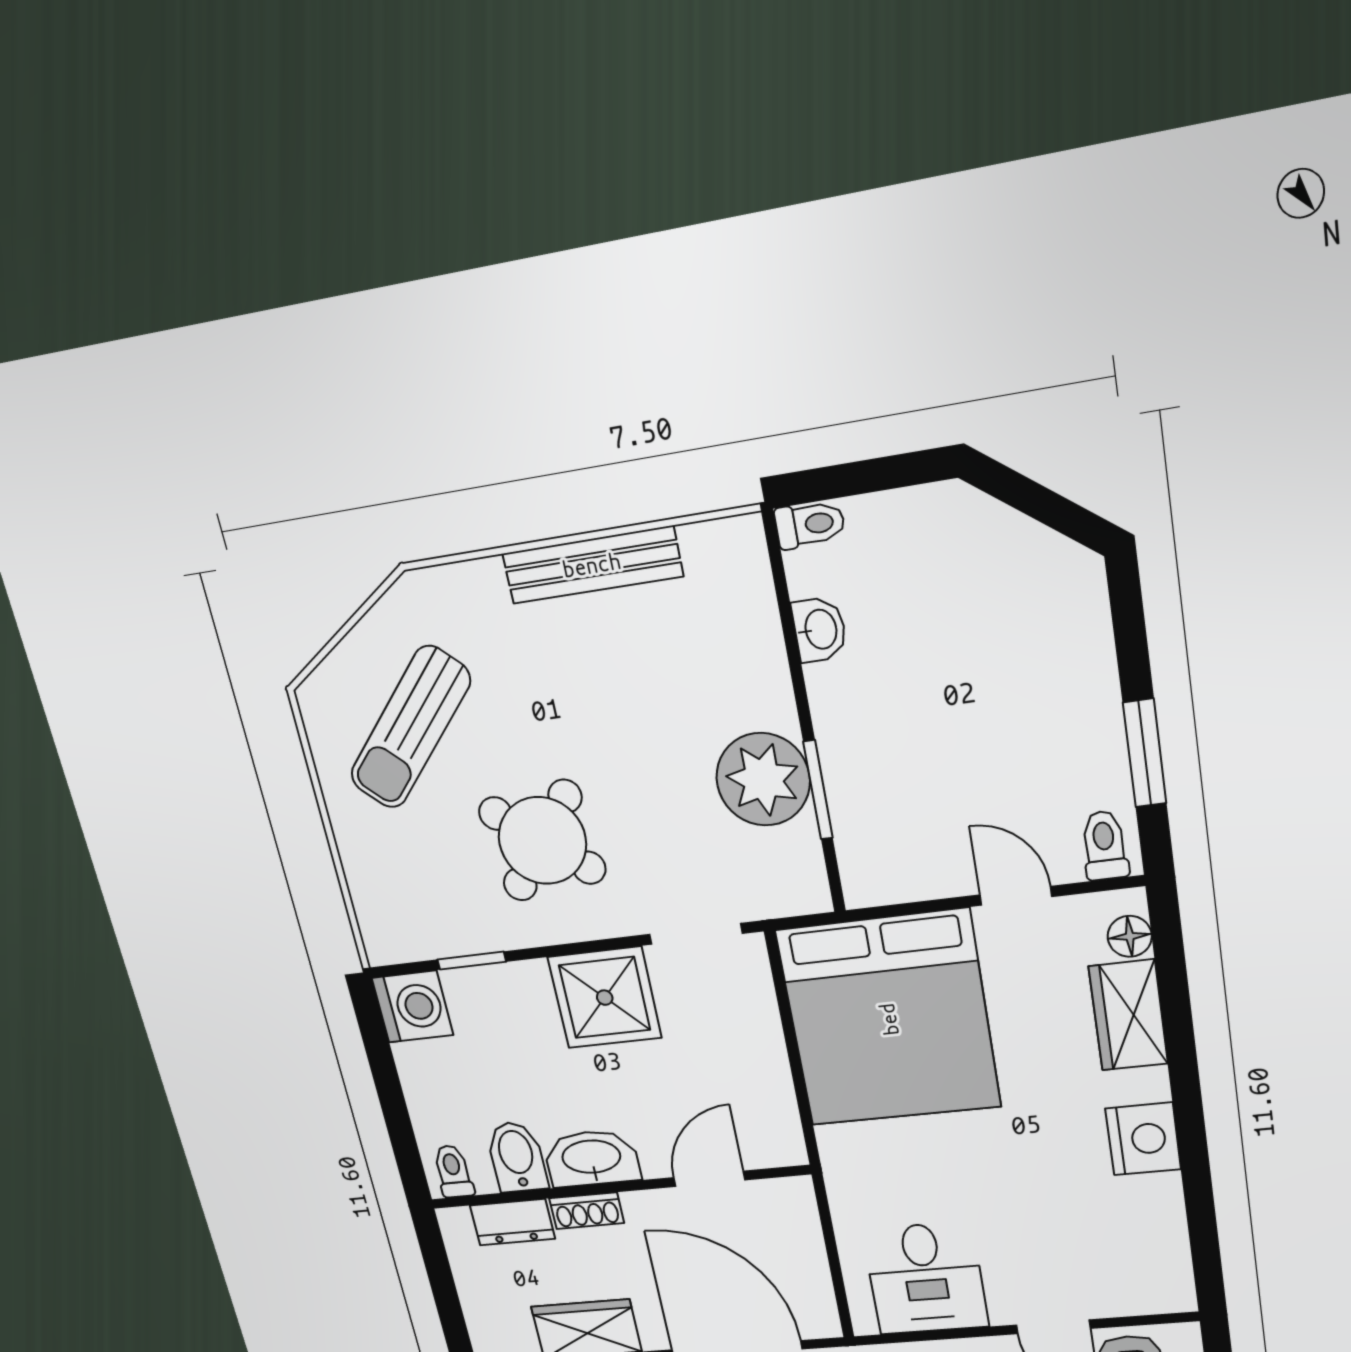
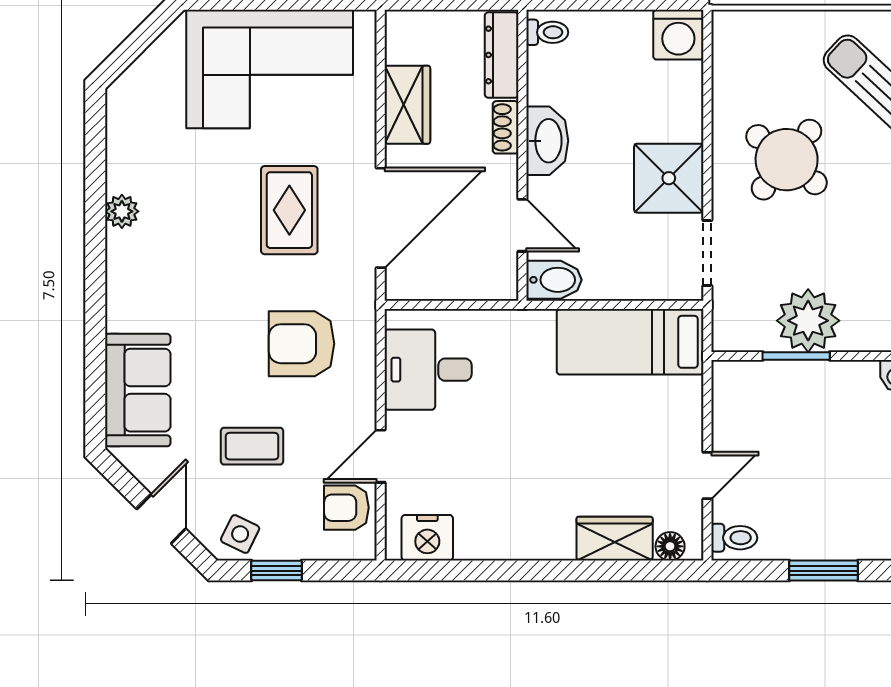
window: (1145, 753) -> (824, 571), moved
window: (472, 961) -> (707, 88), removed
bed: (889, 1019) -> (630, 342), width x0.49
nightstand: (1143, 1139) -> (427, 538), moved
bidet: (517, 1157) -> (554, 280), moved
dresser: (512, 1222) -> (502, 55), width x1.44

